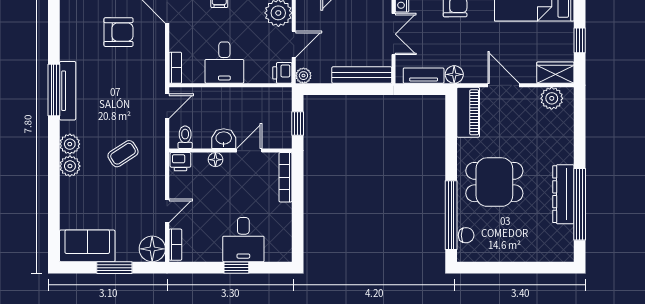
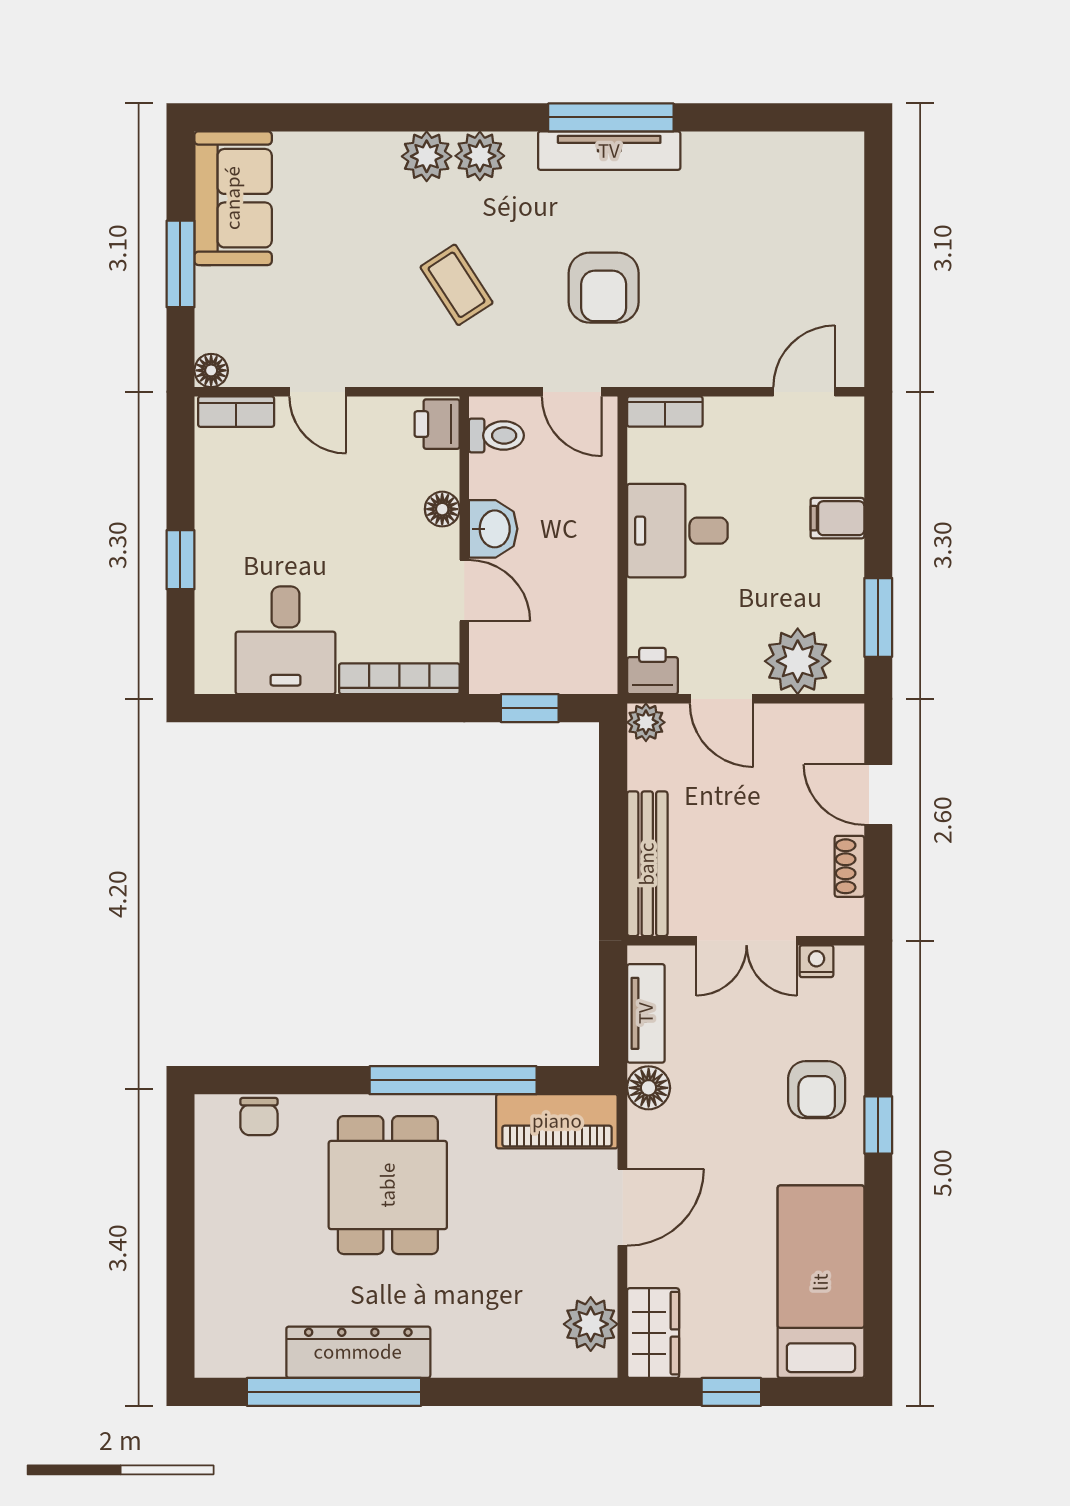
armchair: (118, 32) -> (604, 288), moved
window: (451, 215) -> (453, 1080), moved
desk: (243, 240) -> (285, 640), moved, turned -90
floor lamp: (152, 249) -> (211, 370), width x0.53, depth x0.53

